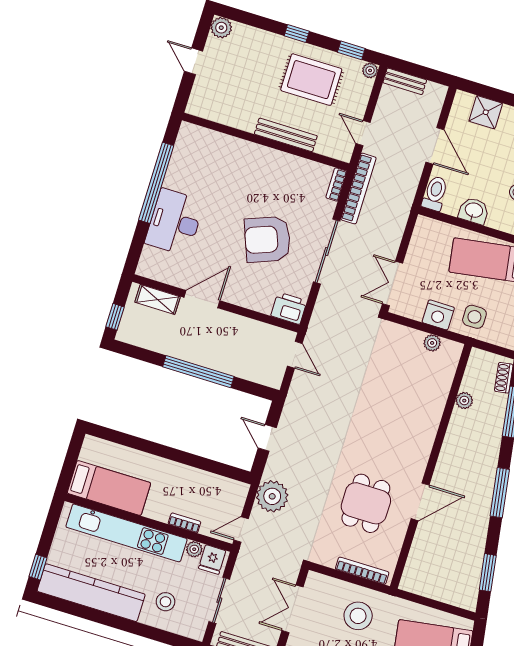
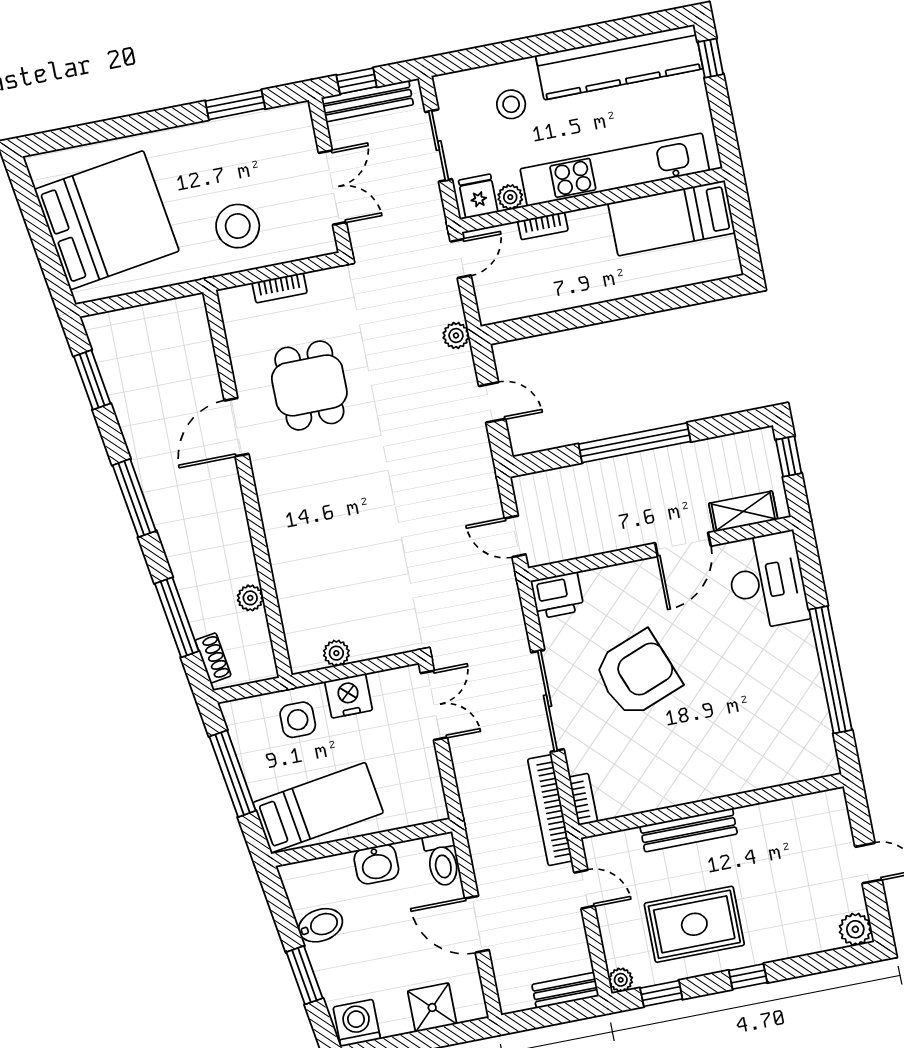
desk: (175, 222) -> (767, 581), moved
plant: (272, 496) -> (456, 335), width x0.53, depth x0.53
bookcase: (362, 571) -> (280, 288), width x0.64

